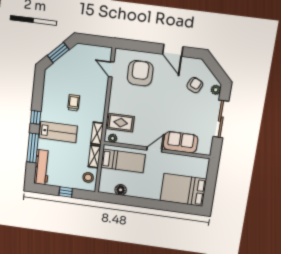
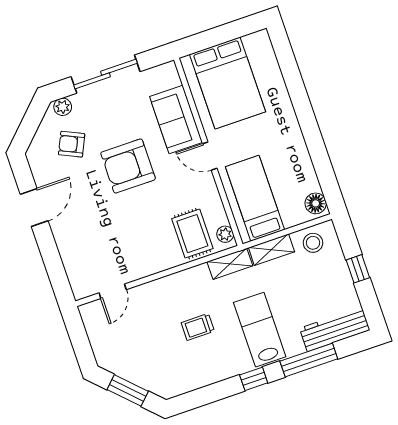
armchair: (140, 73) -> (128, 166), moved
floor lamp: (121, 190) -> (316, 203), moved
bed: (183, 190) -> (228, 83), moved

